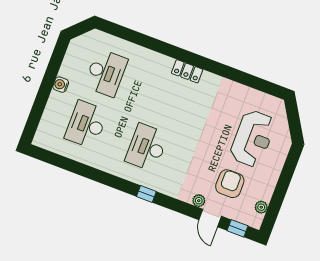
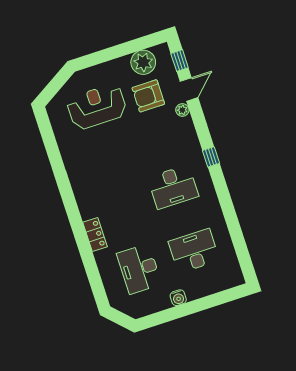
locker: (187, 71) -> (95, 234), moved
desk: (106, 73) -> (139, 269), turned -90
desk: (86, 125) -> (194, 251), turned 180
plant: (261, 207) -> (143, 62), width x1.87, depth x1.87

